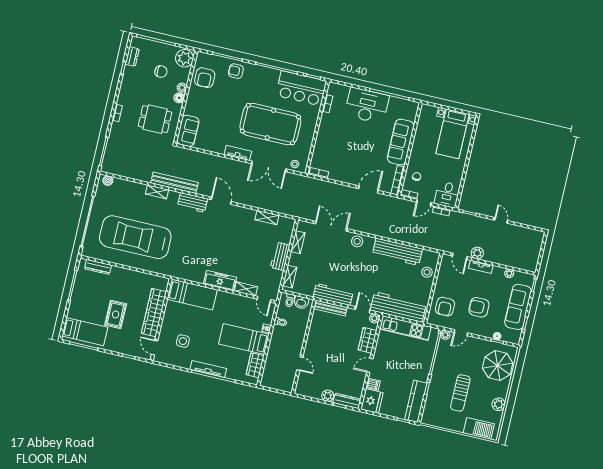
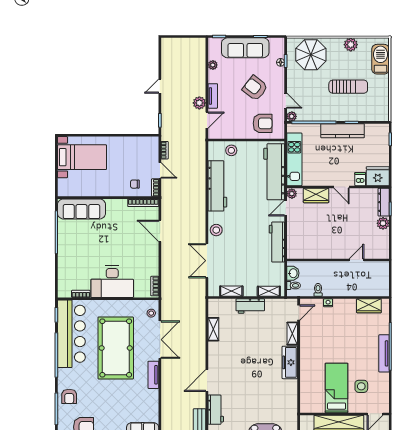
bar counter: (301, 88) -> (71, 334), width x1.36
desk: (367, 106) -> (112, 282), moved, turned -90
sofa: (401, 142) -> (81, 209), moved
desk: (447, 195) -> (146, 148), removed
bed: (192, 295) -> (337, 388), moved
armchair: (479, 307) -> (255, 88), turned 128
bench: (330, 308) -> (292, 242), removed
bed: (244, 339) -> (345, 324), removed
kitchen counter: (416, 401) -> (343, 131), moved

